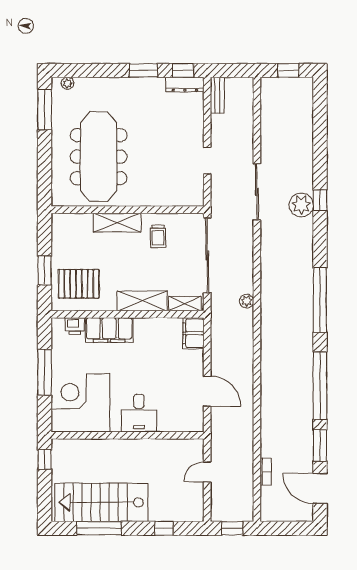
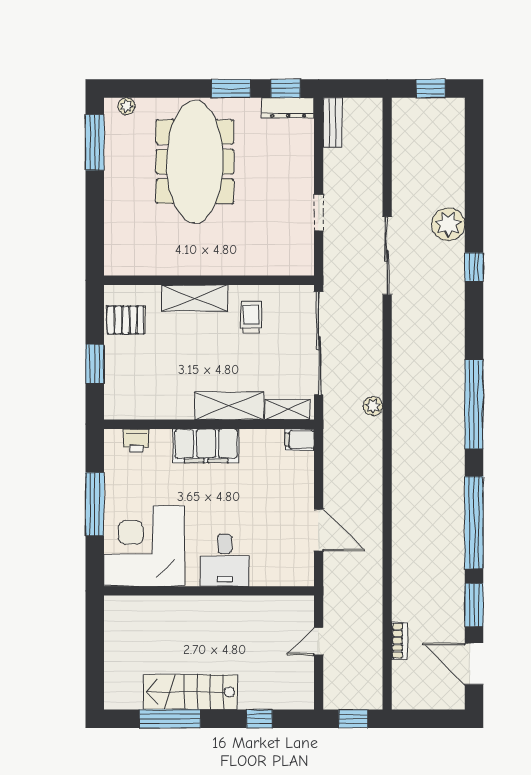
meeting table: (99, 157) -> (195, 162), moved
plant: (301, 205) -> (448, 224), moved
trolley: (158, 236) -> (251, 317), turned 180
pallet: (79, 284) -> (126, 320), moved, width x0.67, depth x0.71
filing cabinet: (109, 330) -> (206, 446), moved
filing cabinet: (193, 333) -> (300, 440), width x0.50
window: (45, 459) -> (95, 624), removed
stairs: (101, 502) -> (190, 692), width x0.73, depth x0.66

